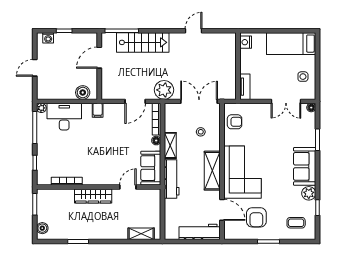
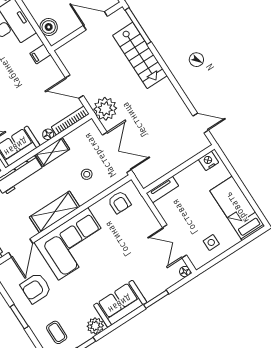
door: (194, 31) -> (201, 123), moved

